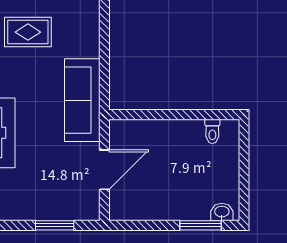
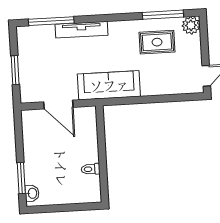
rug: (28, 32) -> (157, 42), turned 90
toilet: (212, 131) -> (91, 169), moved

